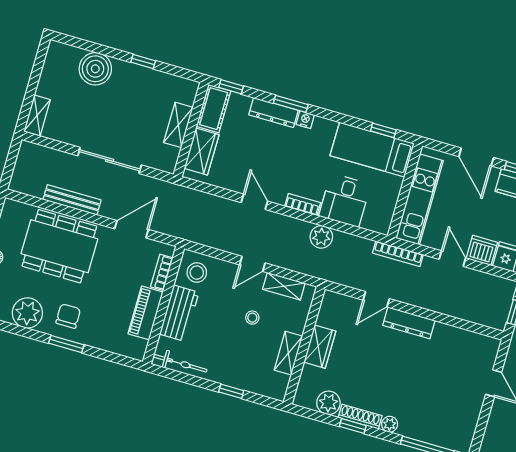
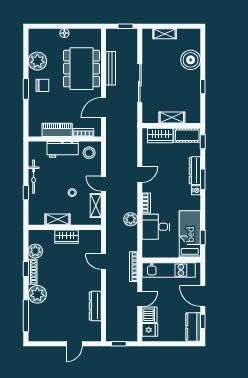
shelving: (37, 116) -> (165, 34), moved
window: (12, 157) -> (125, 26), added
door: (476, 157) -> (203, 296), hinge flipped
door: (132, 229) -> (103, 108), swing flipped
dresser: (409, 323) -> (95, 306), moved
bicycle: (180, 363) -> (34, 177), moved
plant: (390, 424) -> (37, 294), width x1.87, depth x1.87

